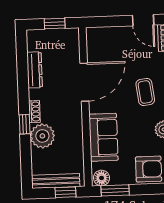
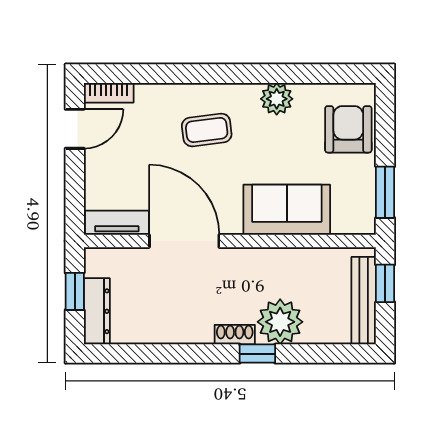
tv unit: (93, 45) -> (117, 223), added
dresser: (35, 70) -> (97, 311), moved, turned 90
floor lamp: (102, 178) -> (361, 216), removed

